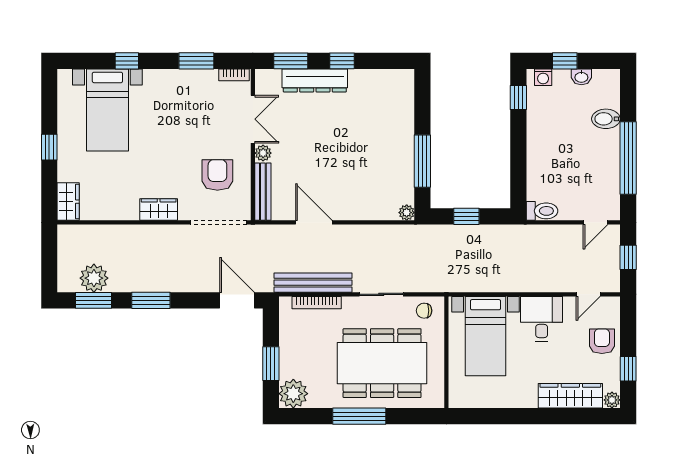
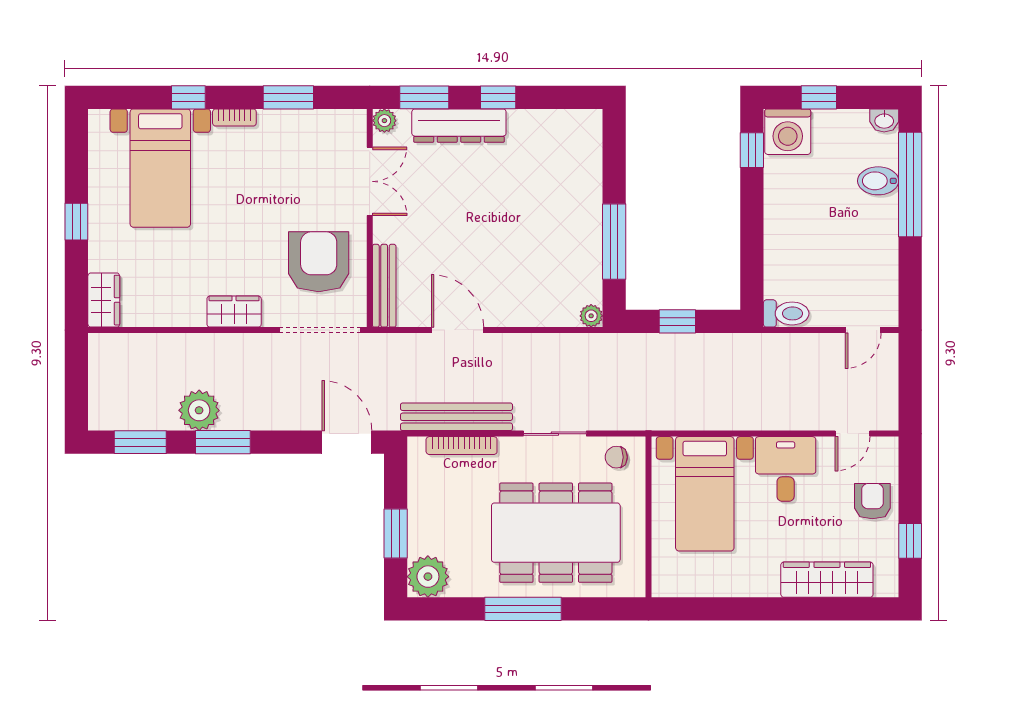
bookcase: (234, 75) -> (234, 117), moved
washing machine: (543, 77) -> (788, 132), width x1.89, depth x1.89
washbasin: (581, 77) -> (884, 120), moved
plant: (263, 153) -> (384, 121), moved
window: (628, 158) -> (910, 185), moved
armchair: (217, 175) -> (319, 262), width x1.36, depth x1.36
window: (628, 257) -> (910, 380), removed
plant: (94, 278) -> (199, 410), moved
plant: (612, 400) -> (887, 586), removed

